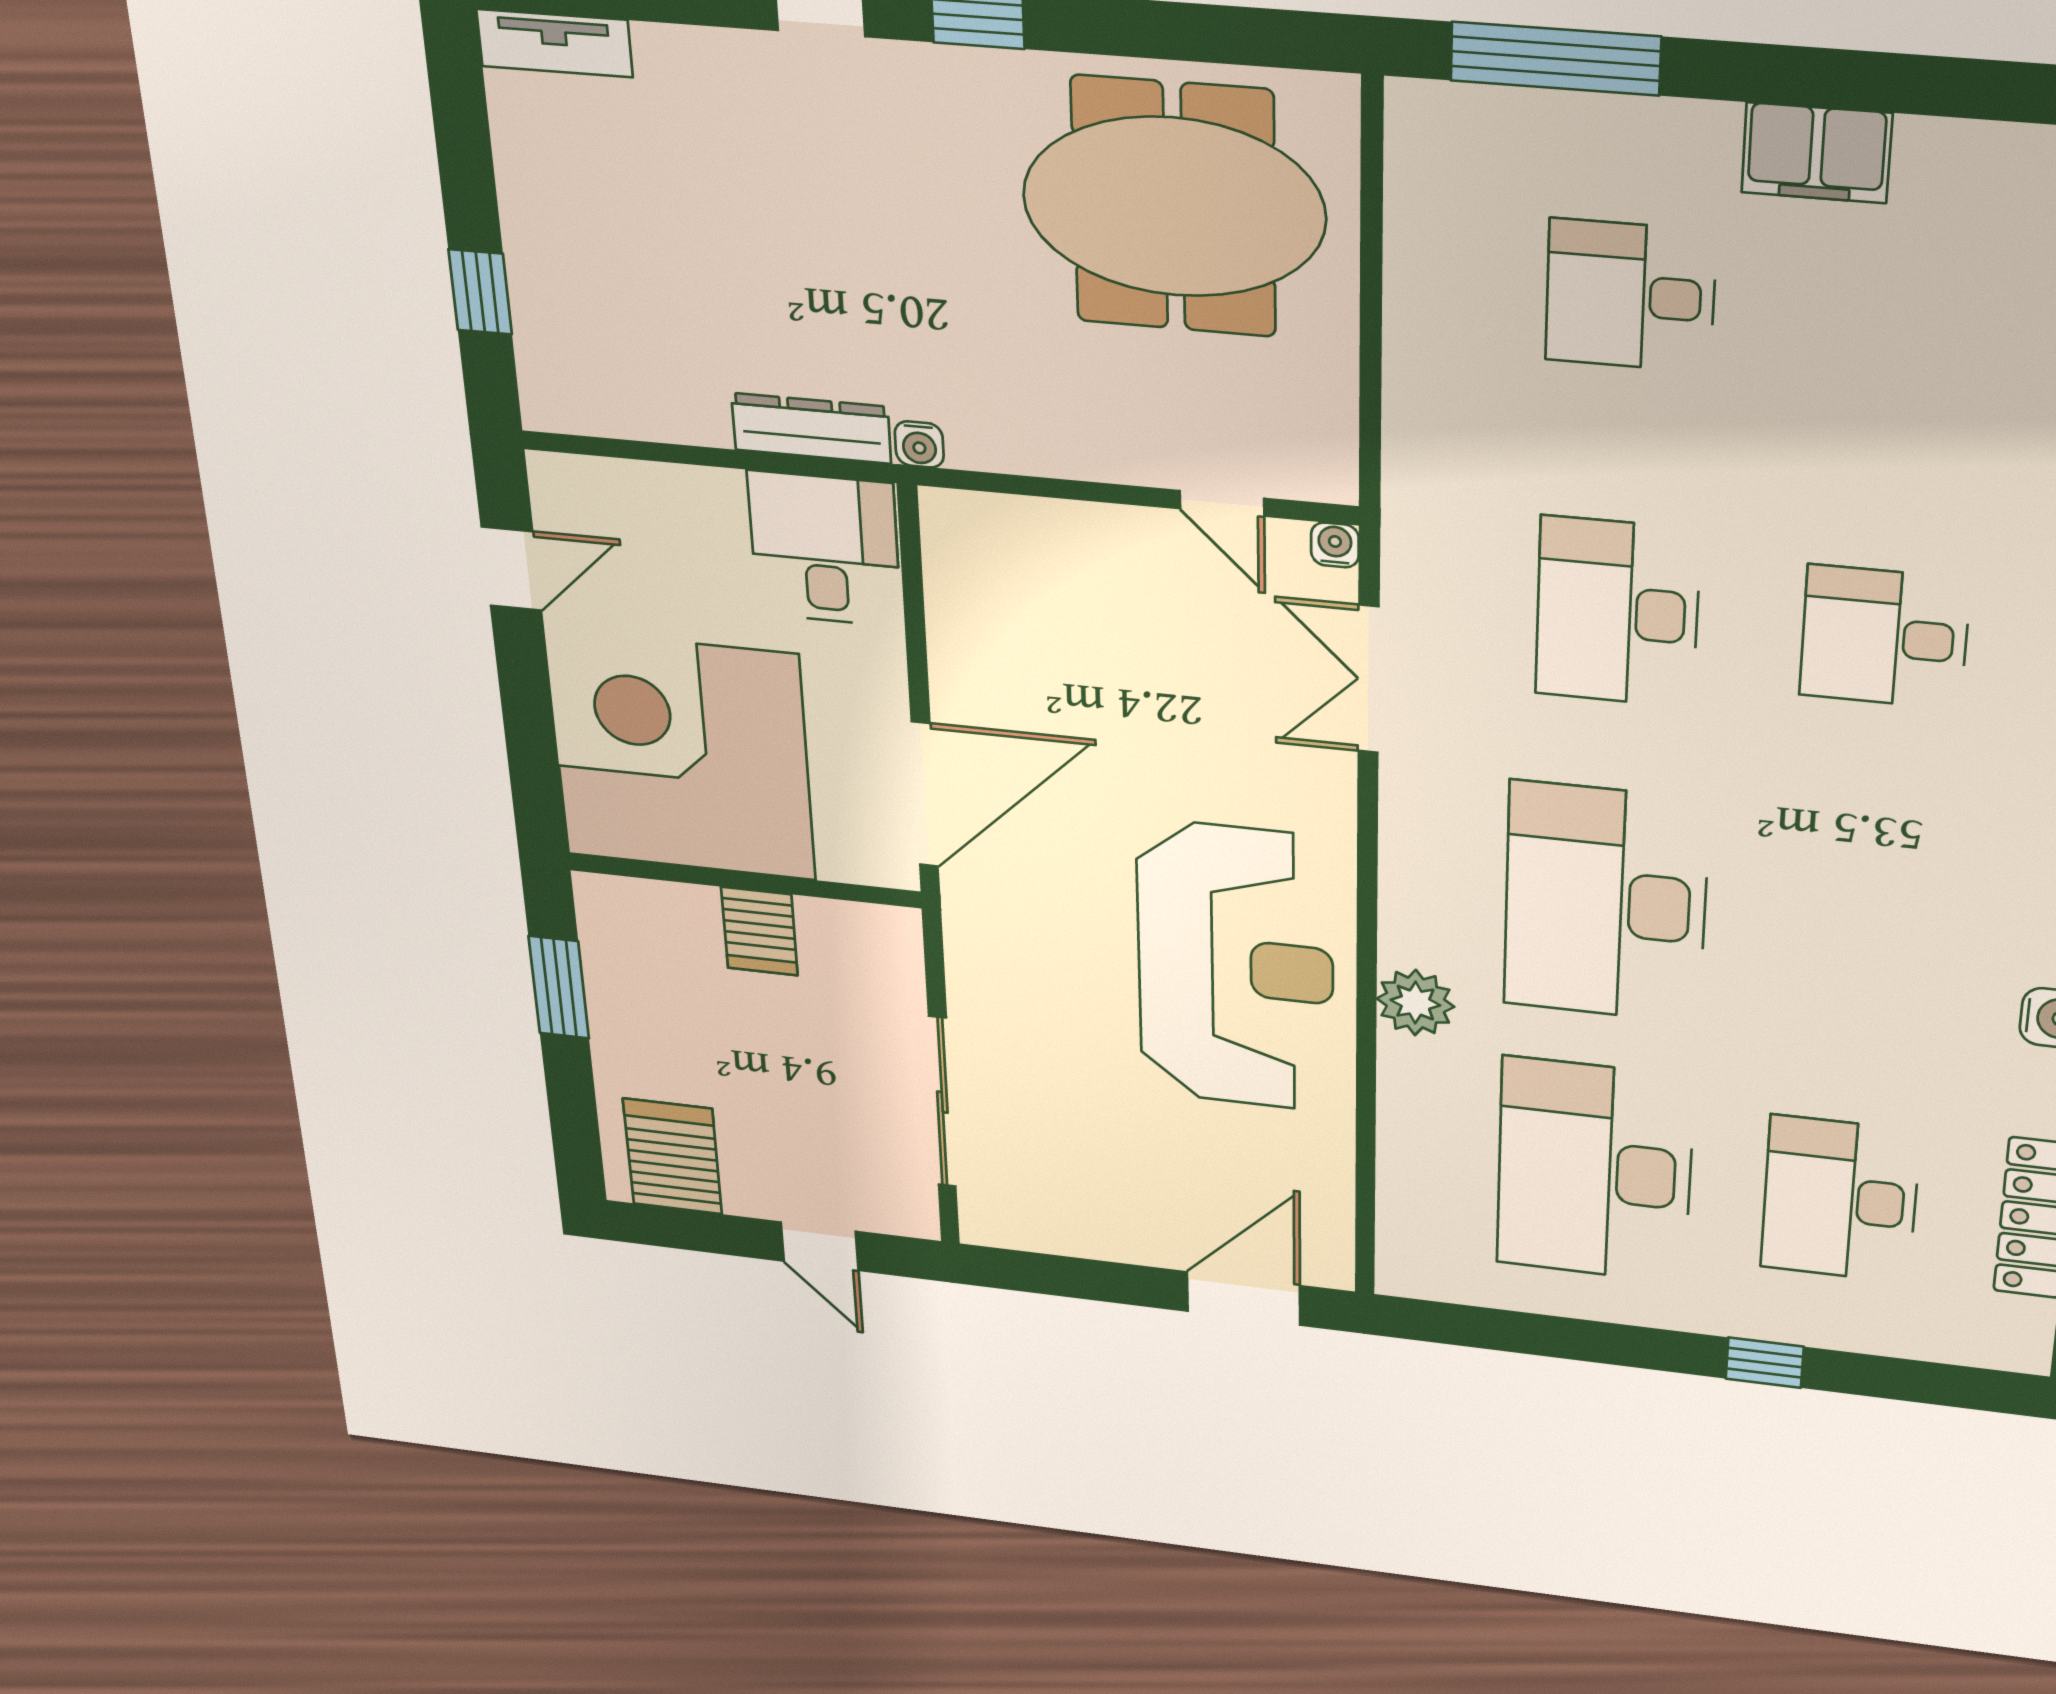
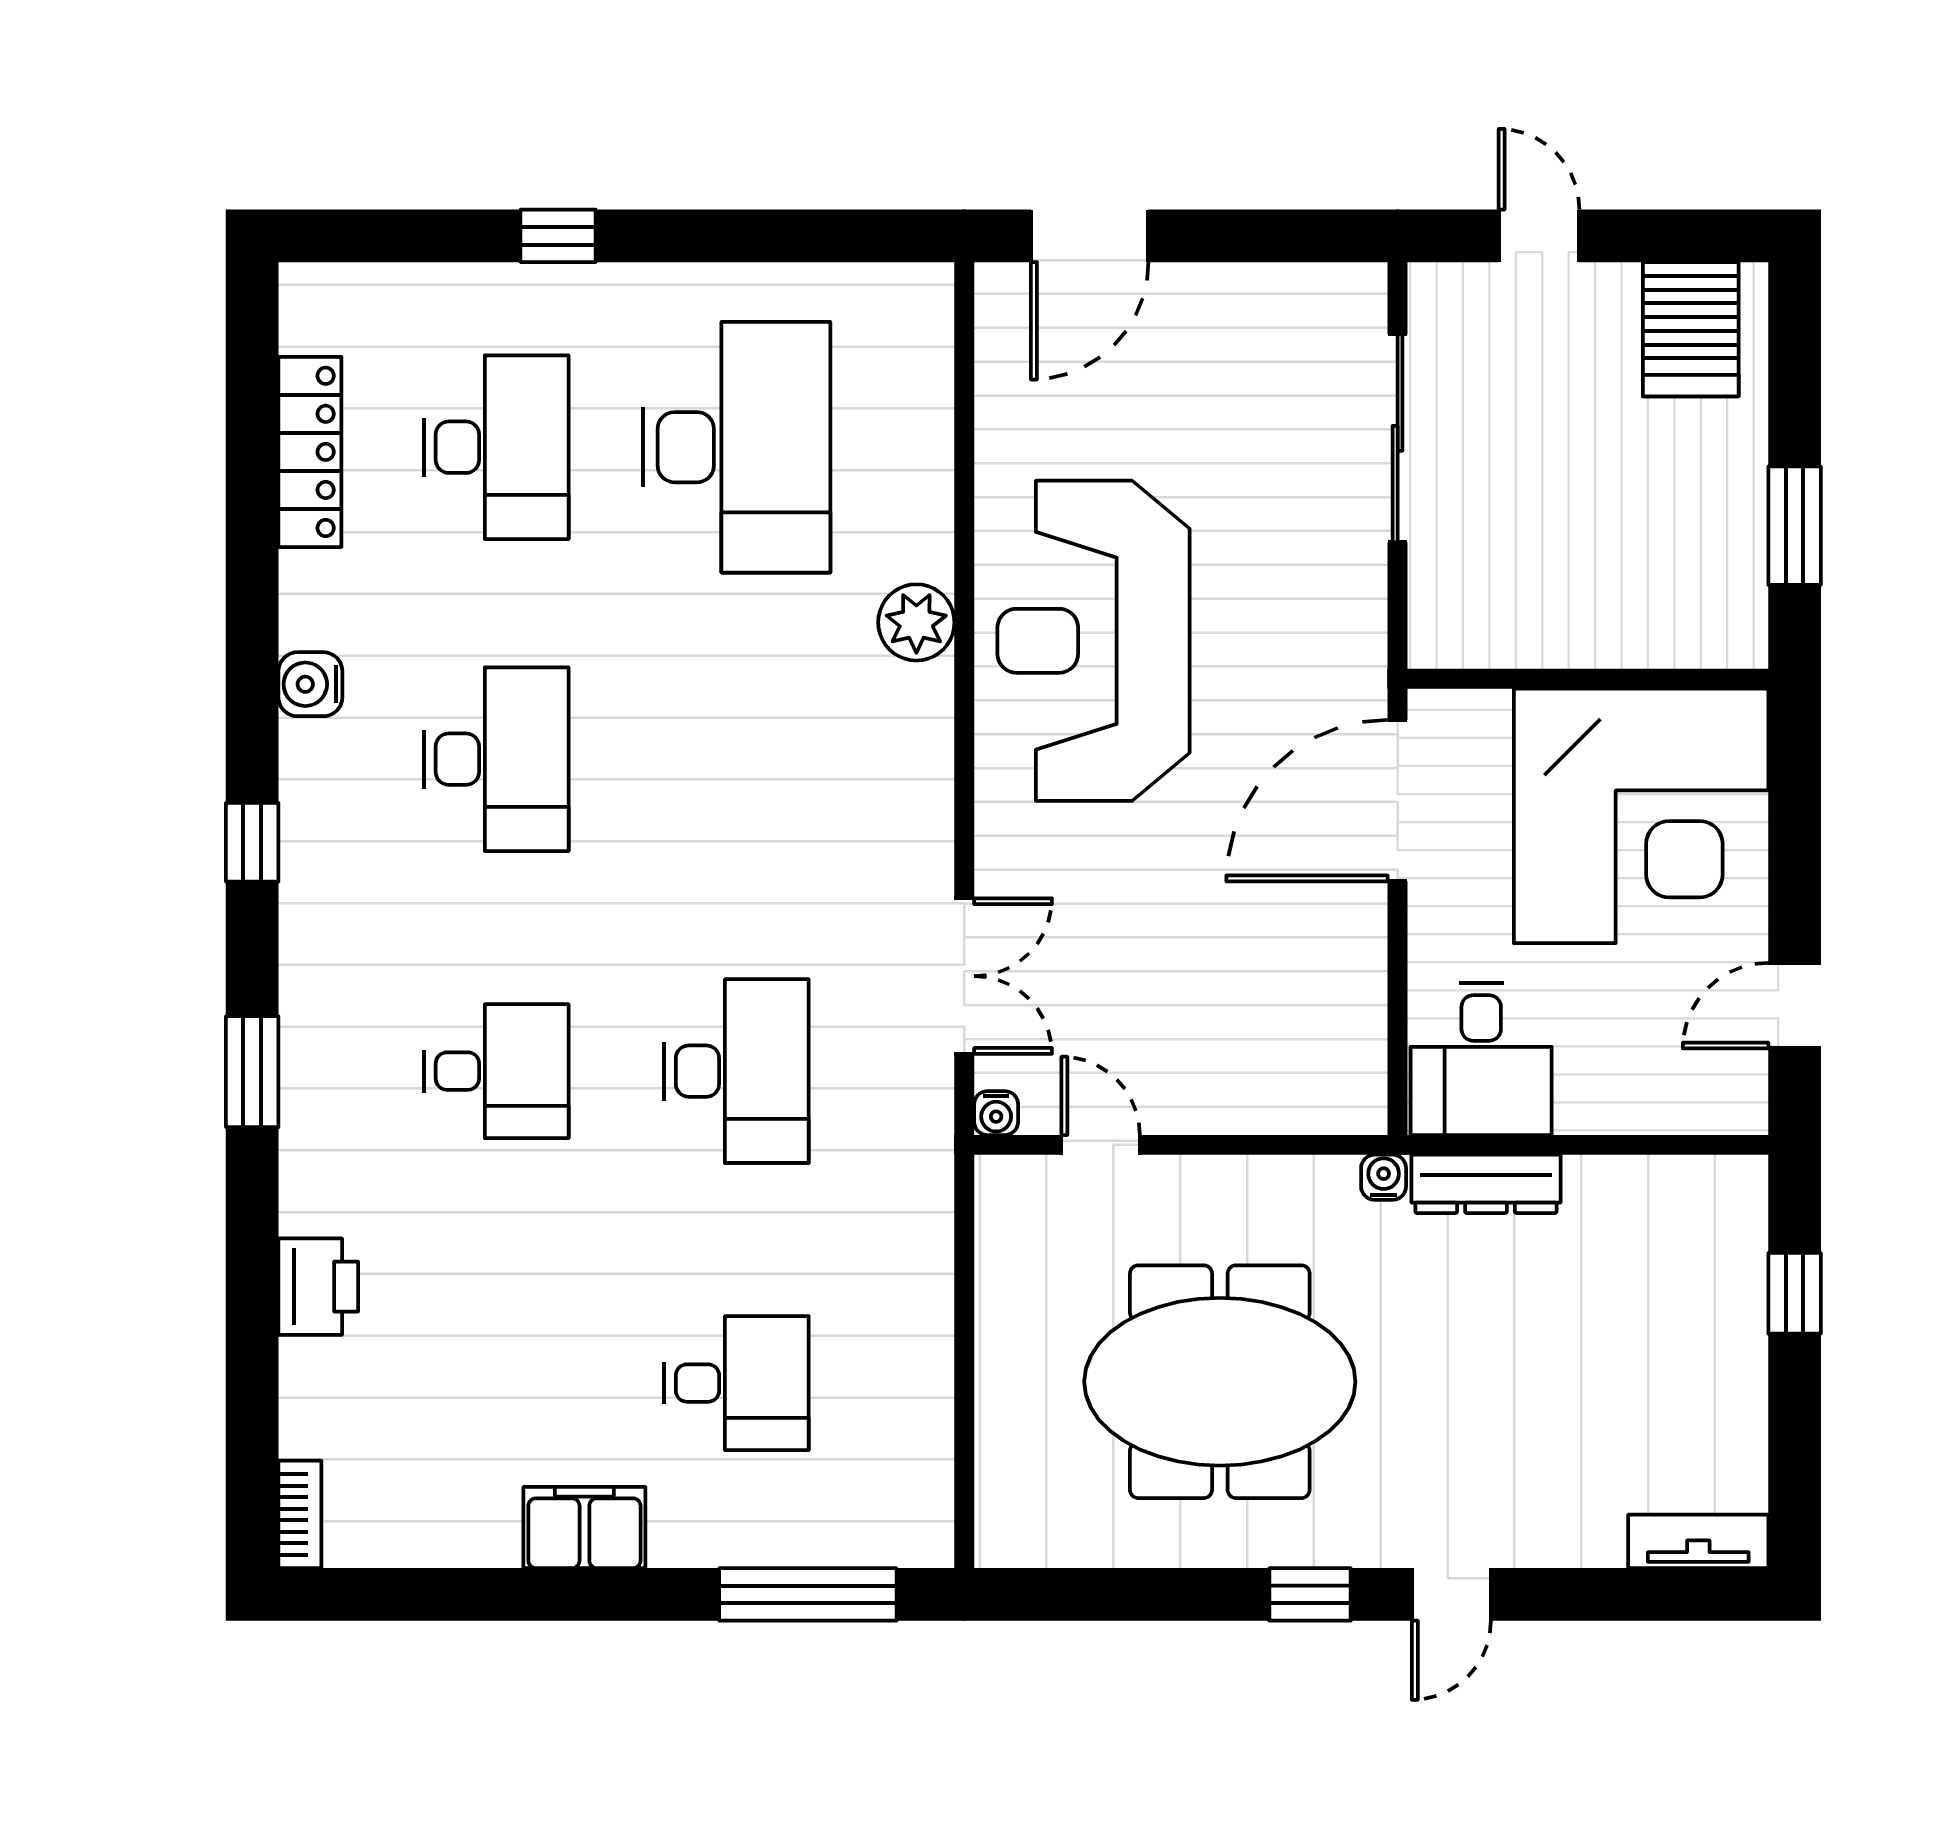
meeting table: (1174, 207) -> (1220, 1382), moved
desk: (1605, 903) -> (496, 759), moved, width x0.73, depth x0.77
server rack: (759, 931) -> (1576, 621), removed

